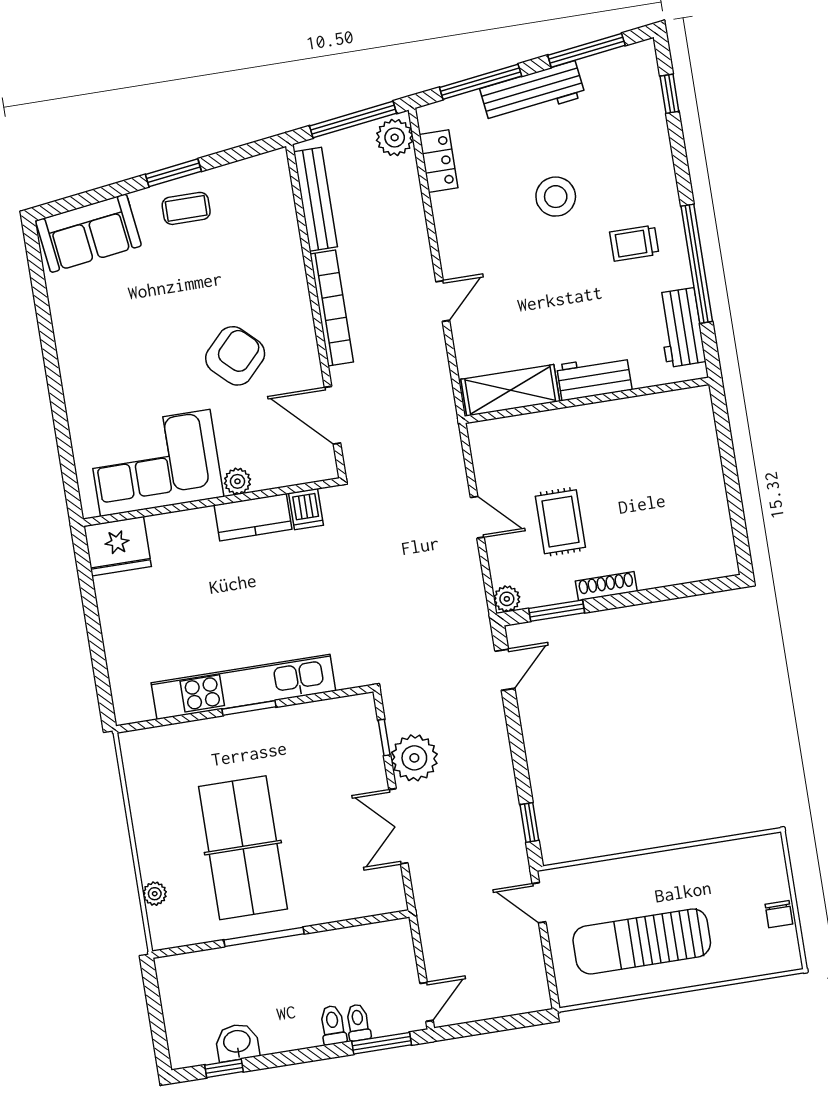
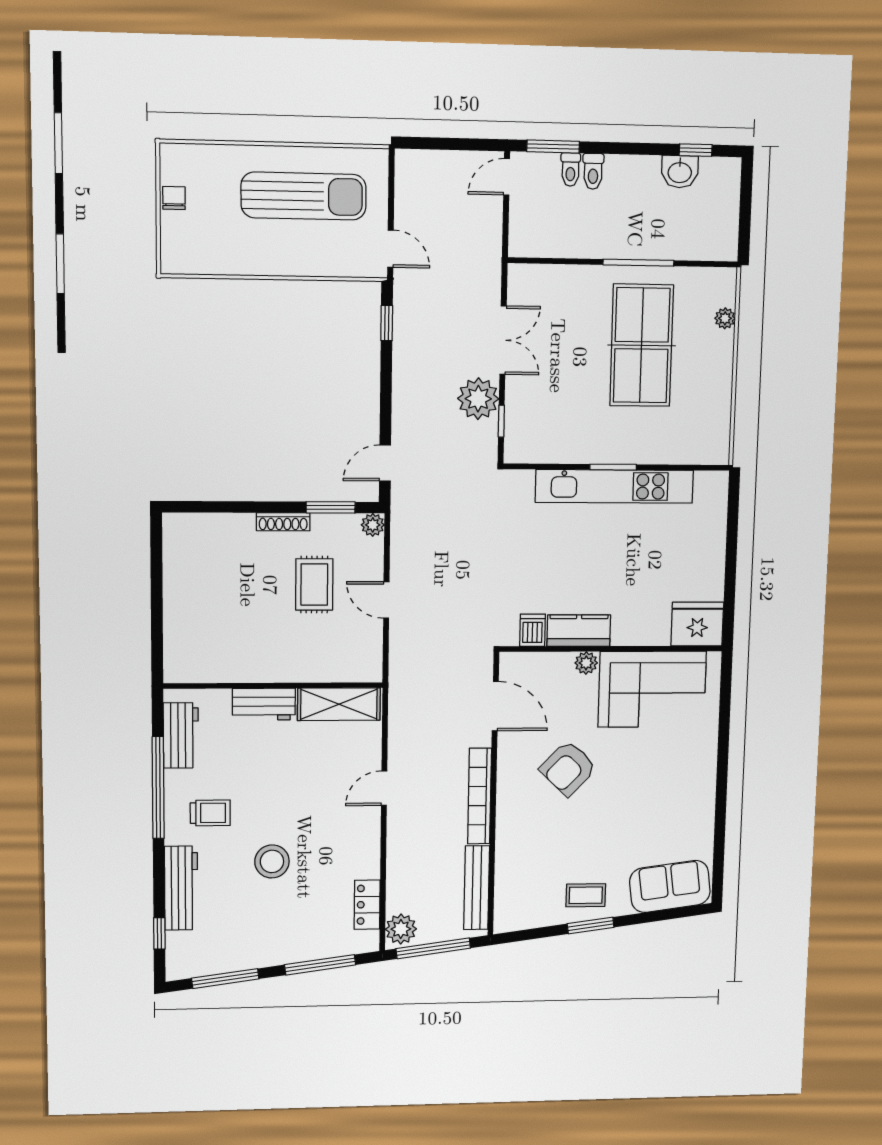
workbench: (533, 92) -> (181, 888), moved, turned 97

